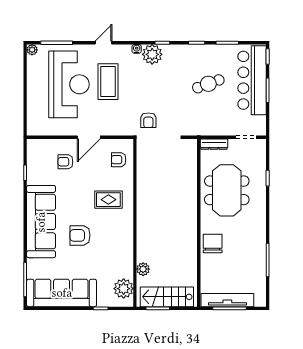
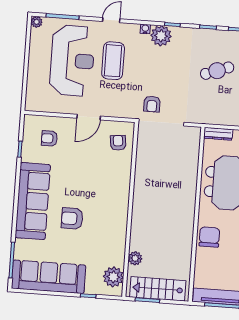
armchair: (119, 160) -> (118, 143), turned 84
armchair: (65, 162) -> (49, 138), moved
rug: (108, 200) -> (104, 183), removed

